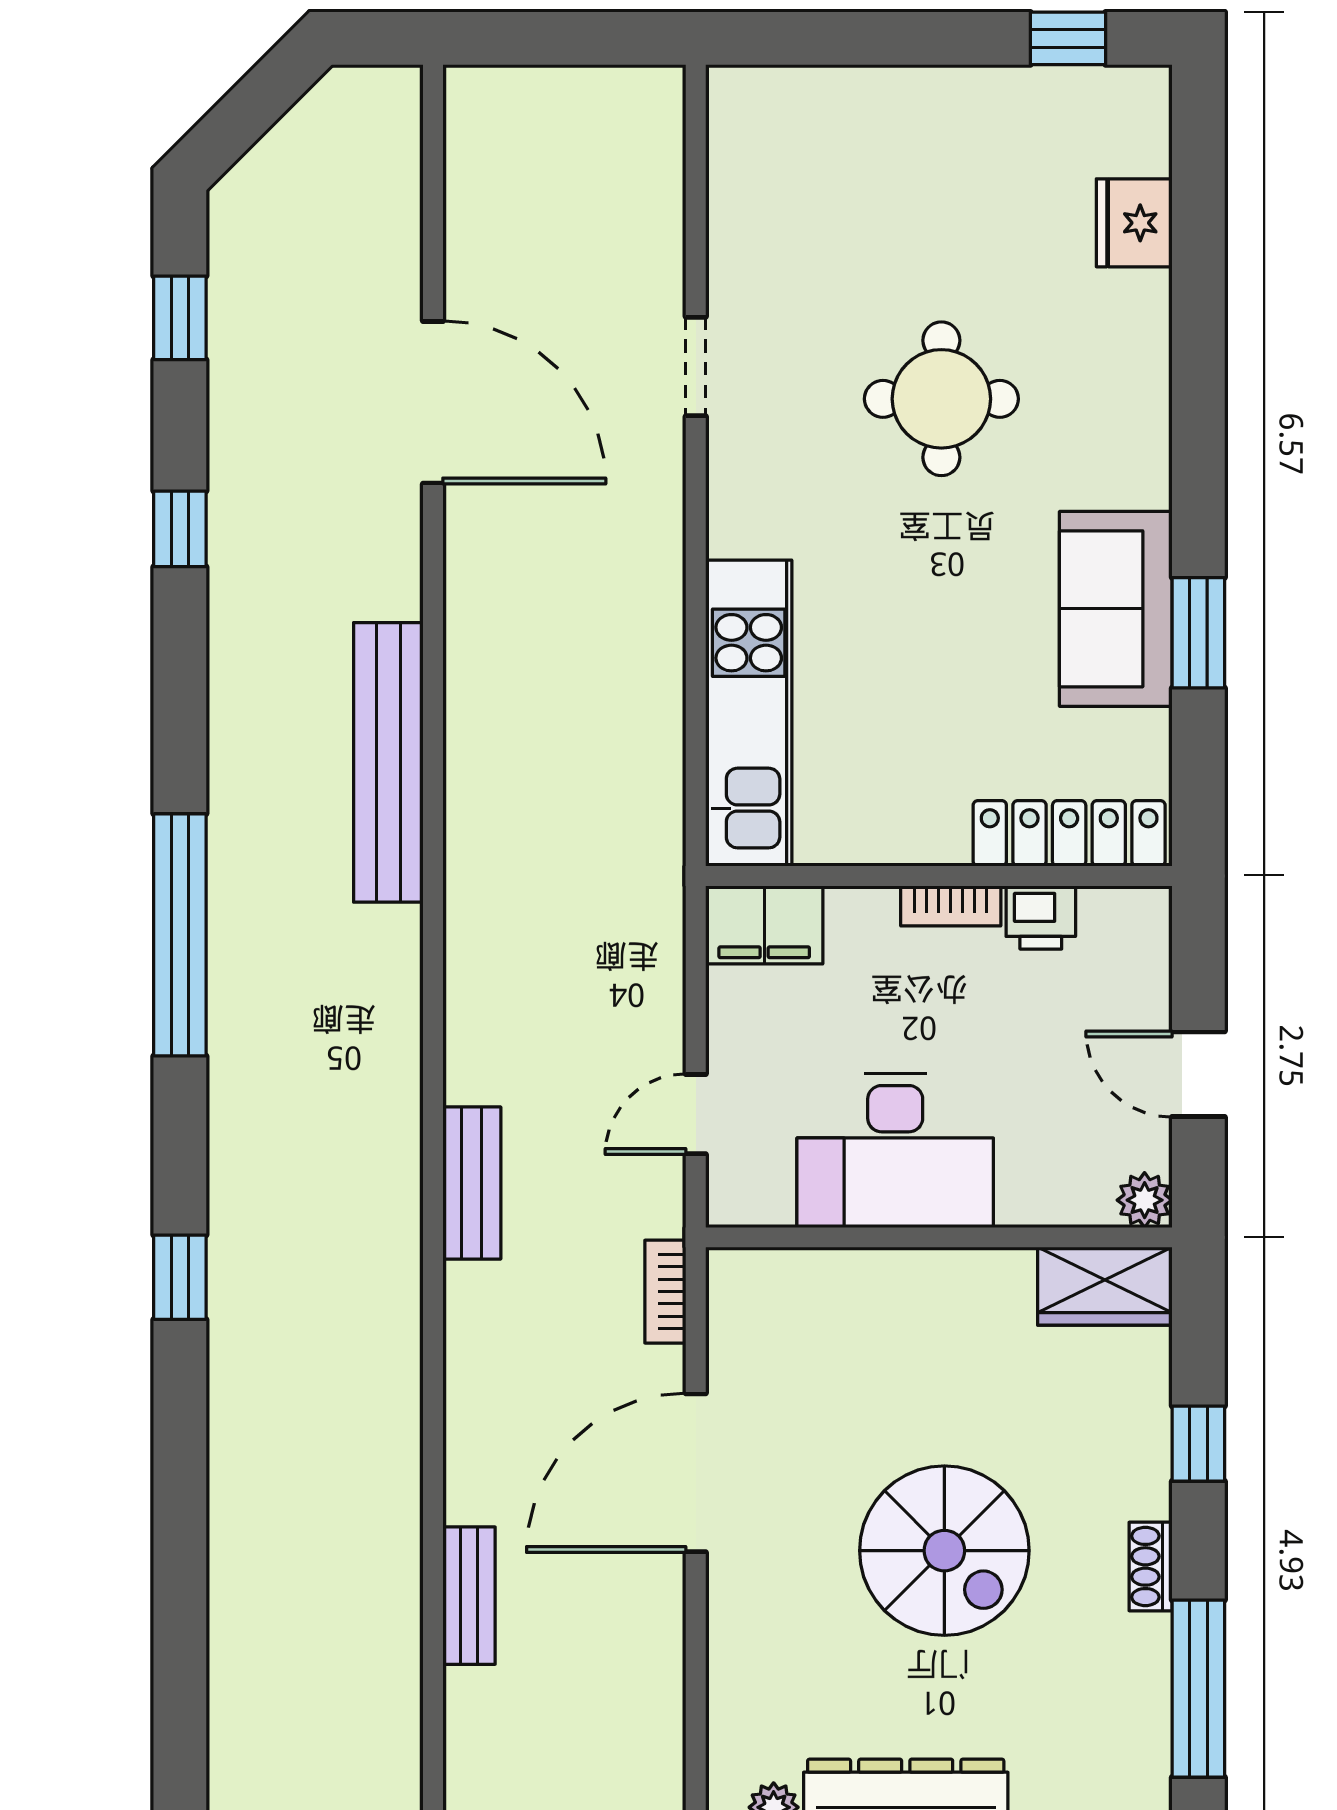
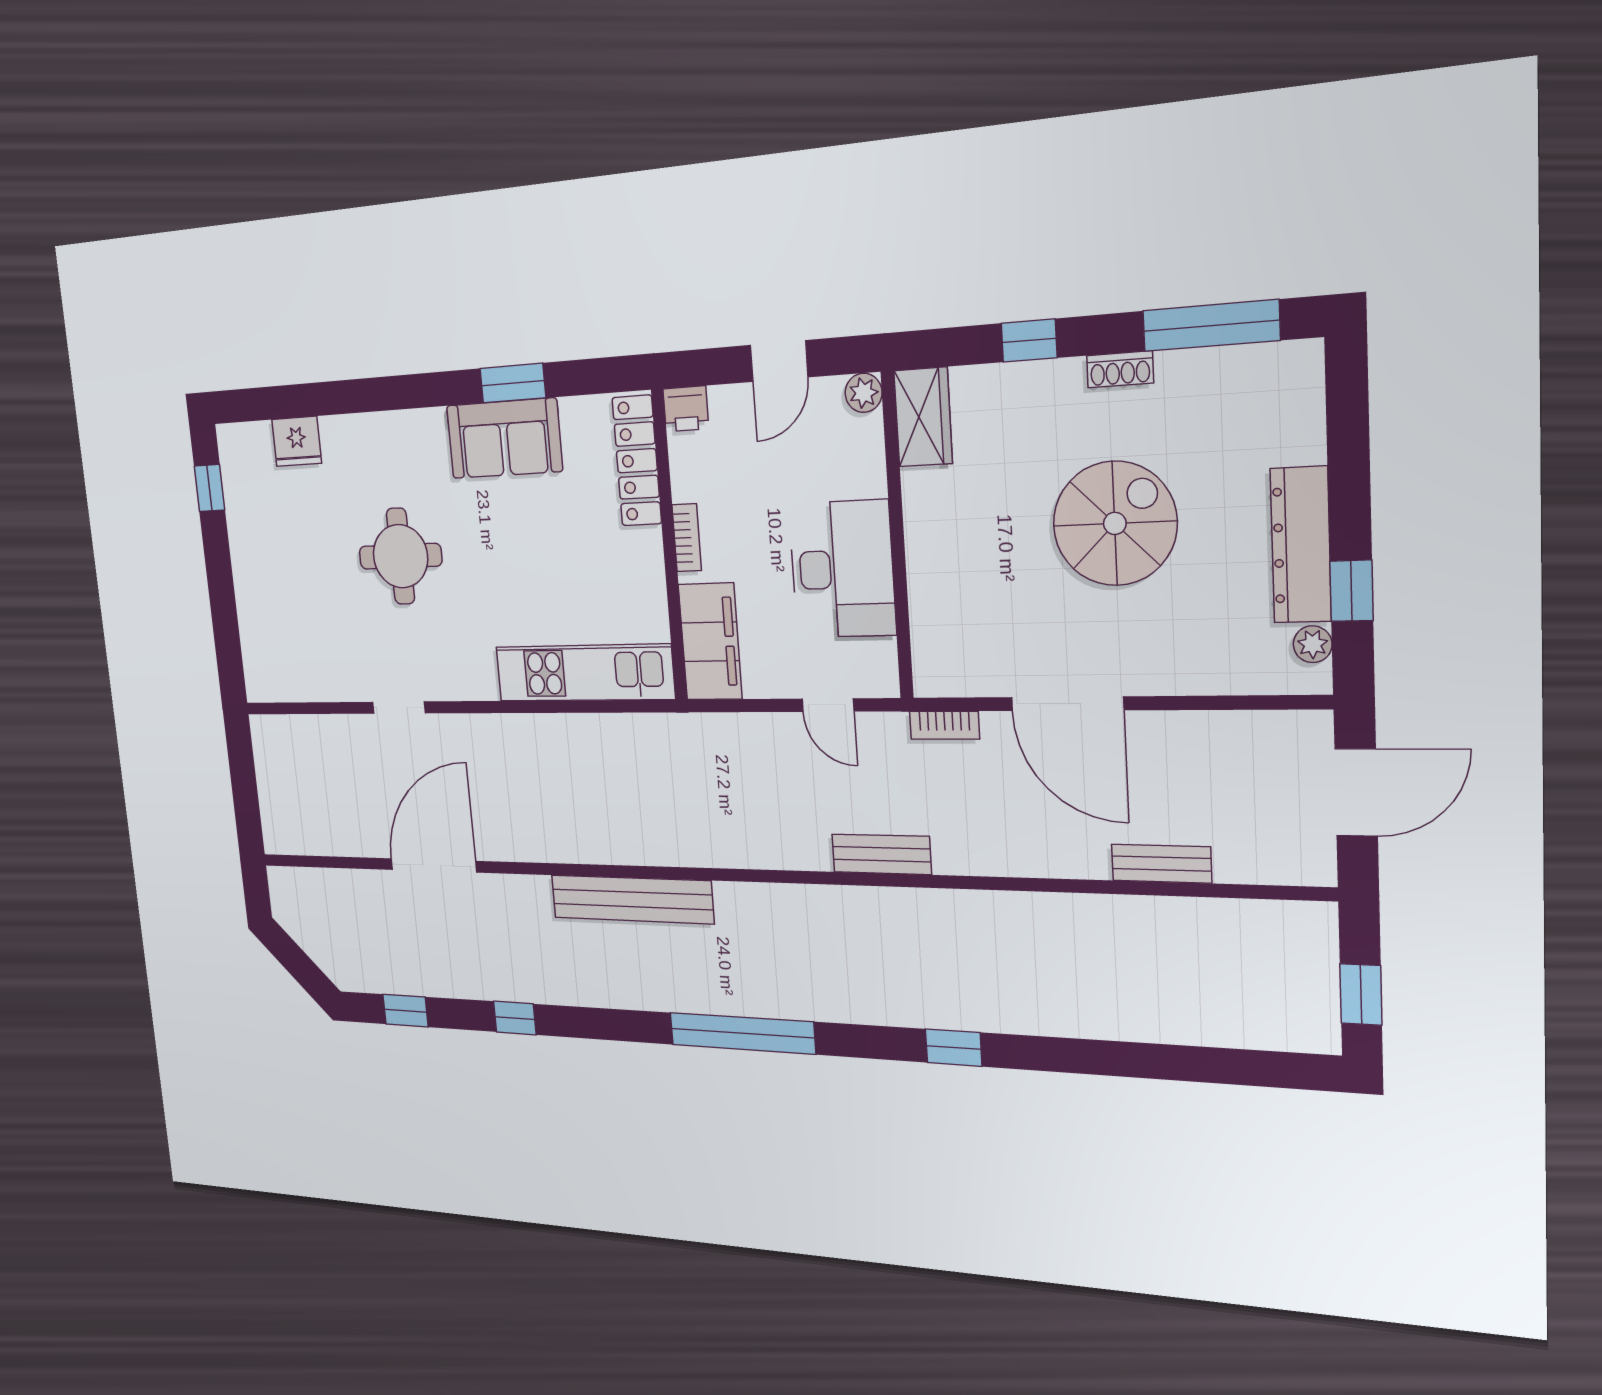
printer: (1041, 917) -> (686, 409), moved, turned 90
filing cabinet: (764, 925) -> (710, 642), width x1.50, depth x1.17

